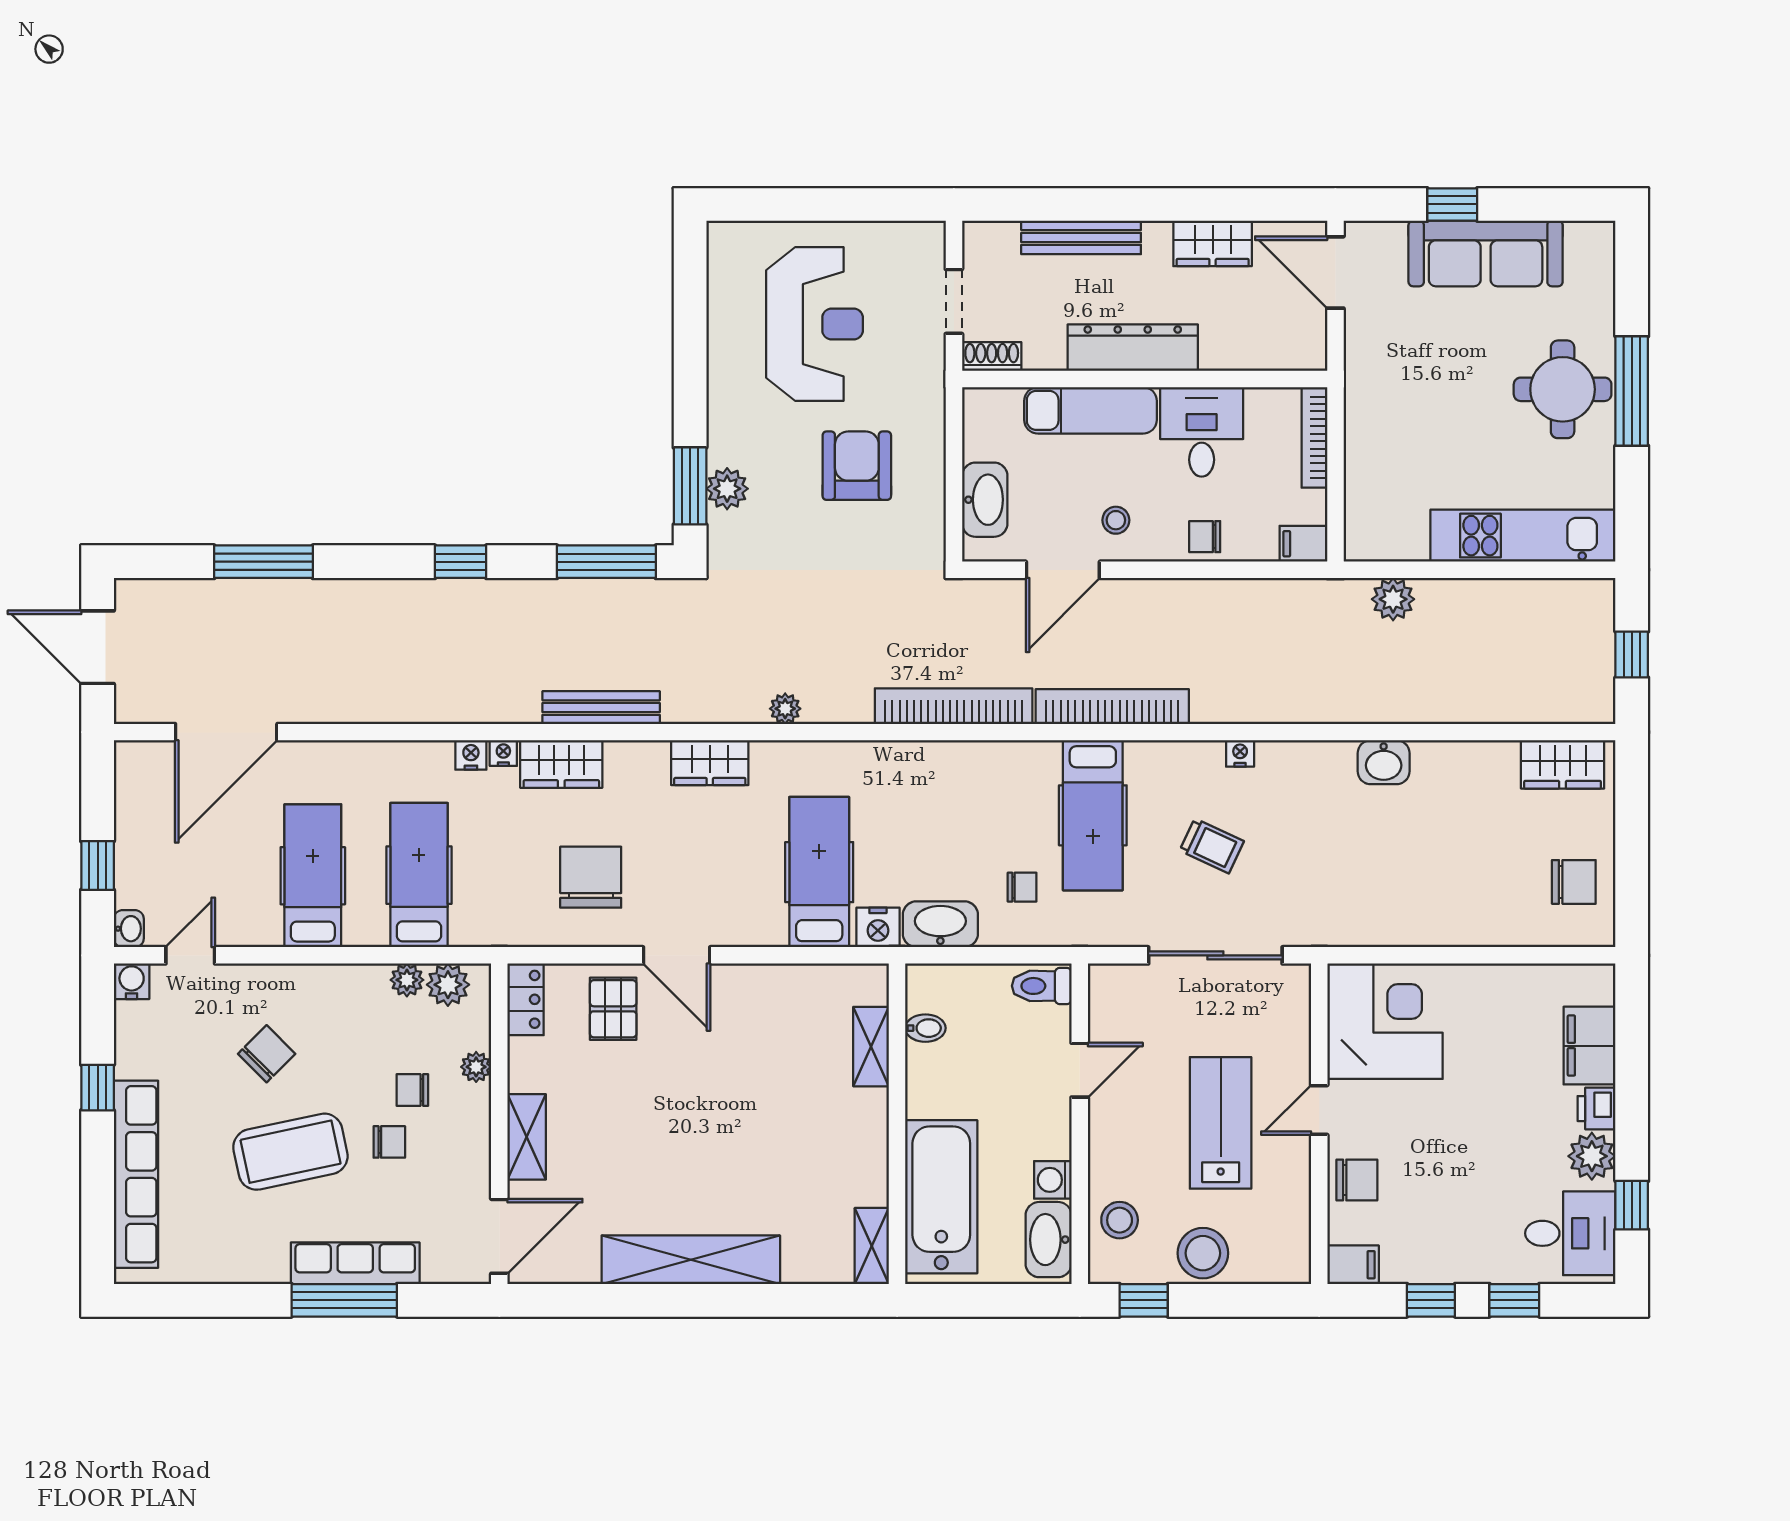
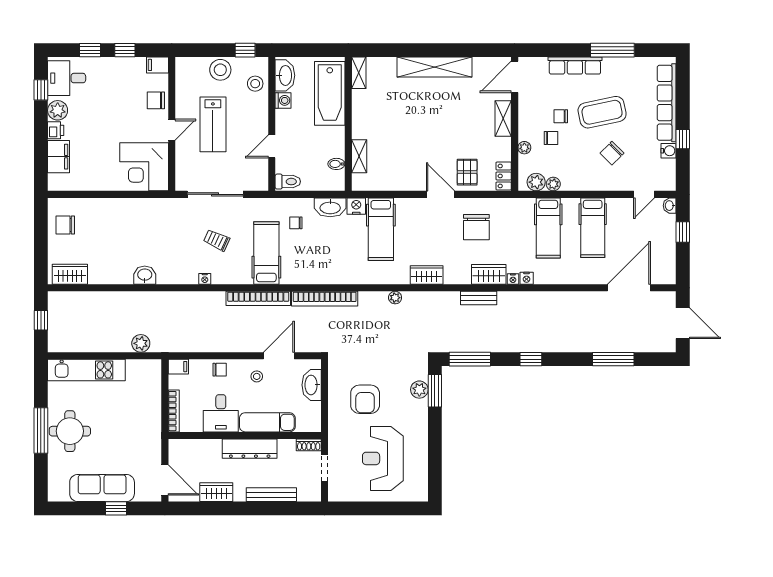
bench: (601, 708) -> (479, 298), width x0.73
water cooler: (132, 981) -> (668, 151), moved, turned -90
window: (344, 1300) -> (612, 50), moved

